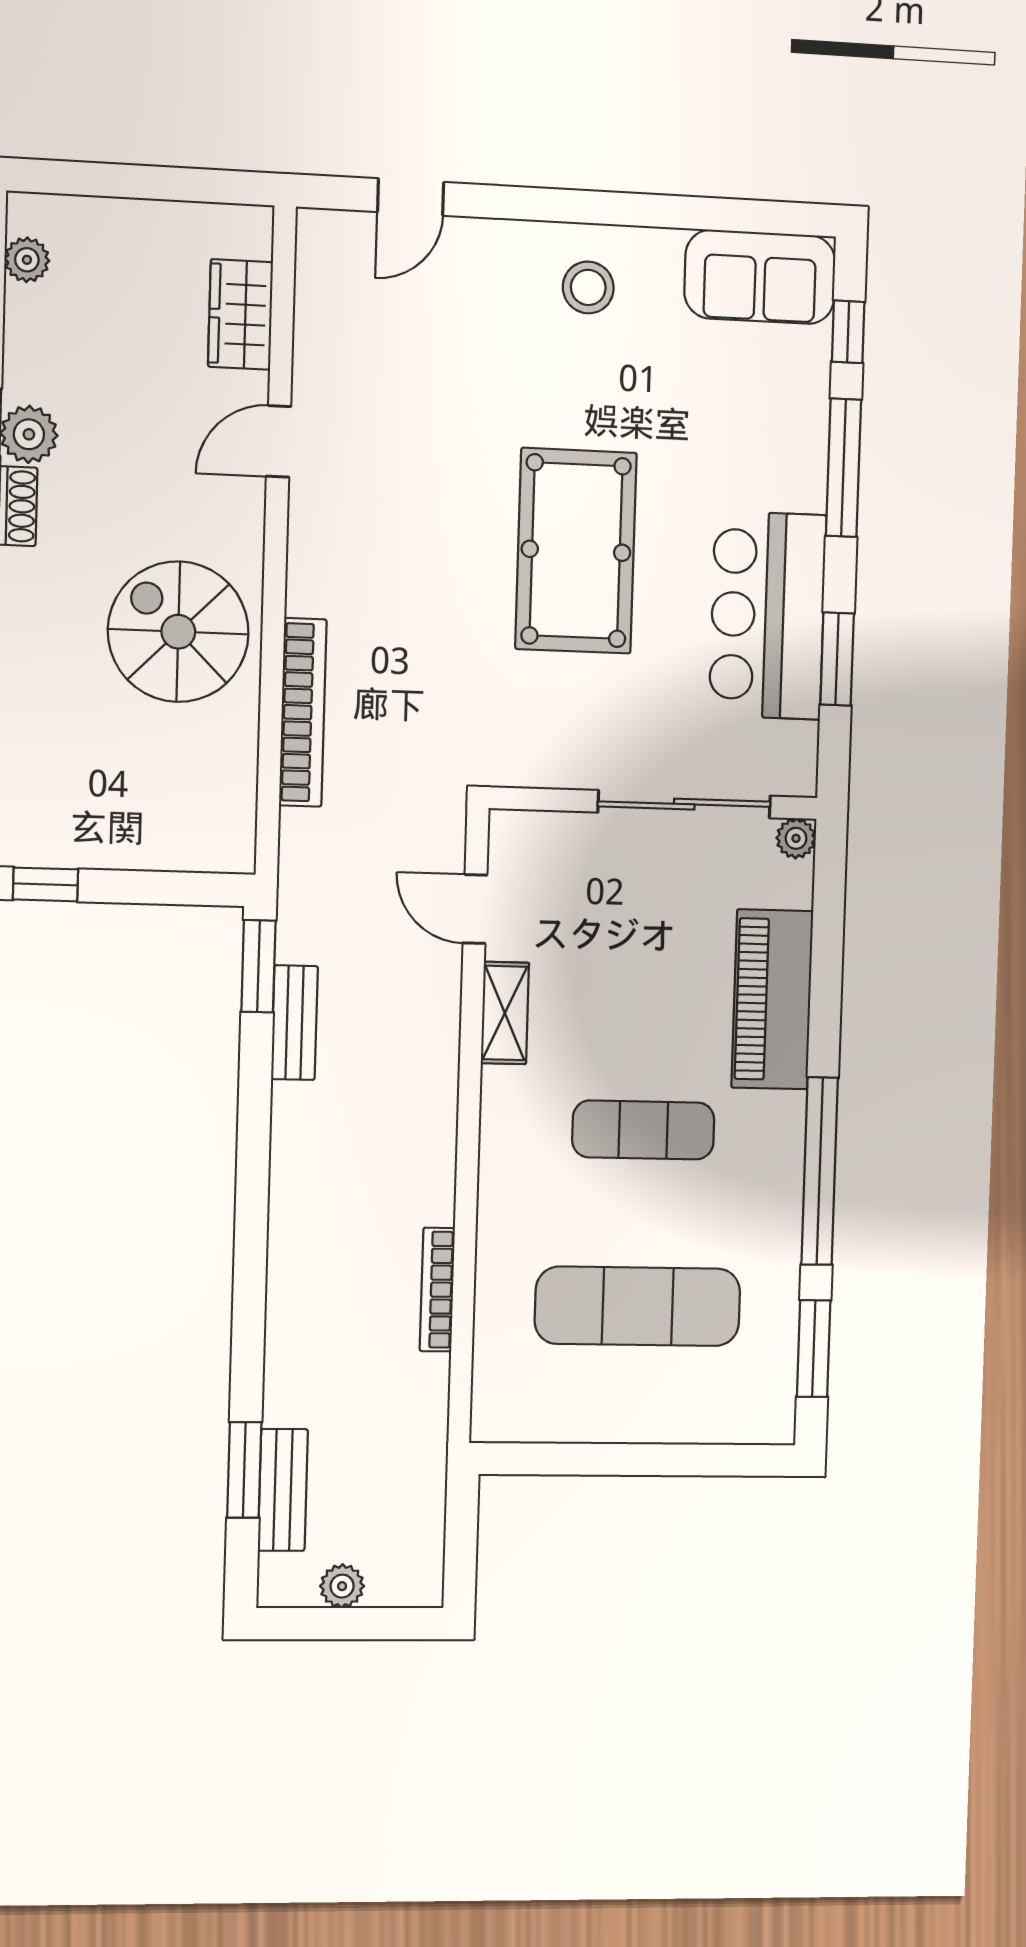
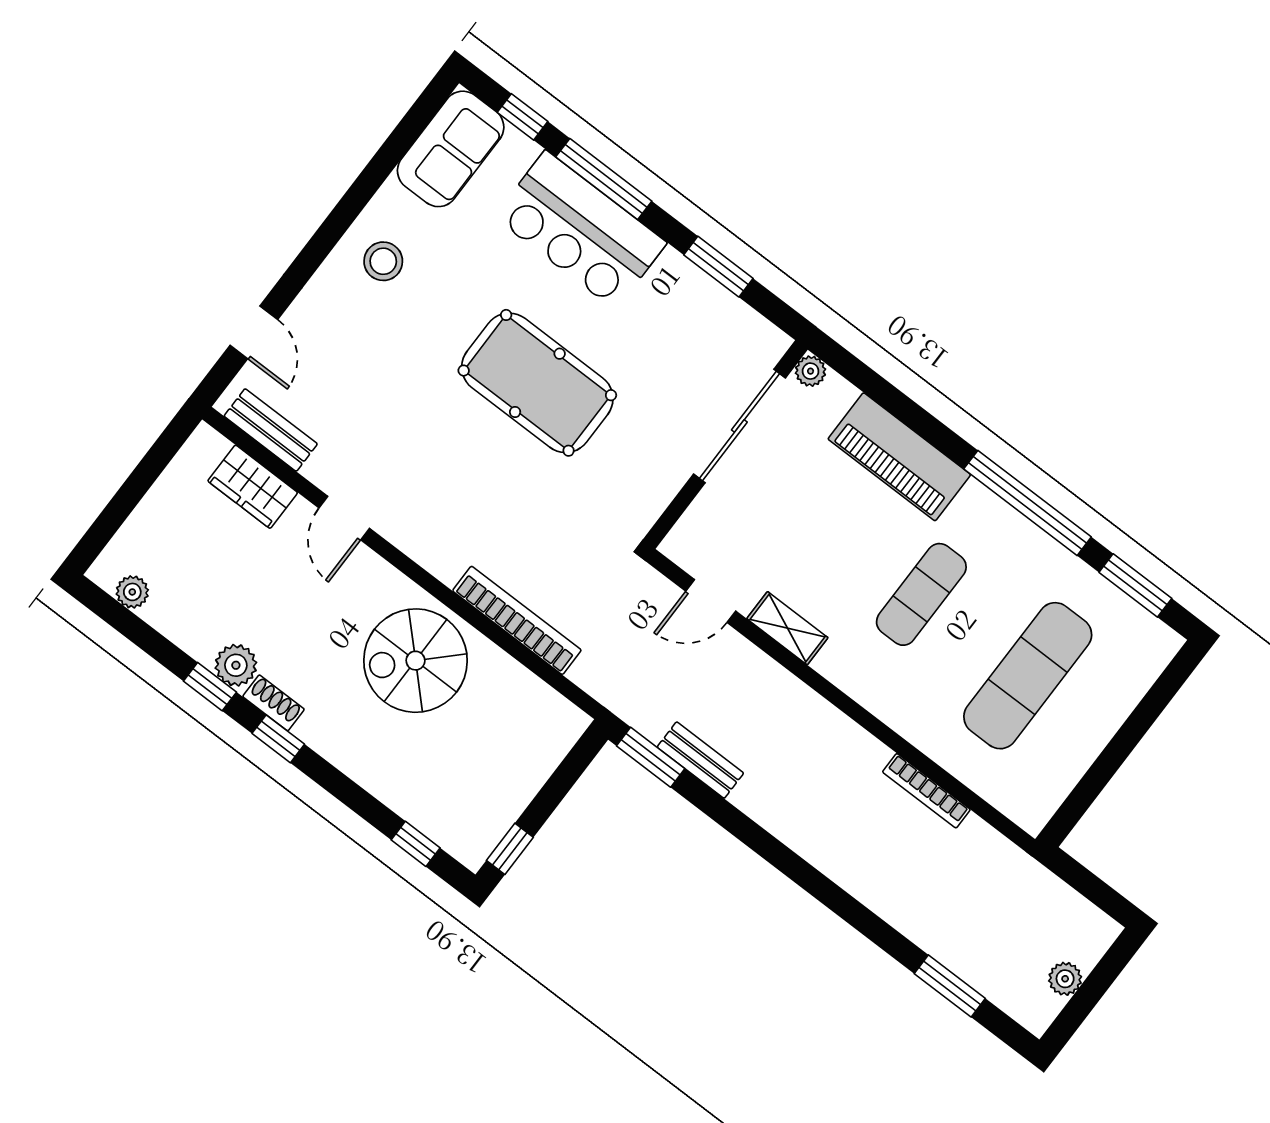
bar counter: (768, 615) -> (580, 230), moved
bench: (283, 1490) -> (271, 430), moved

